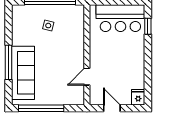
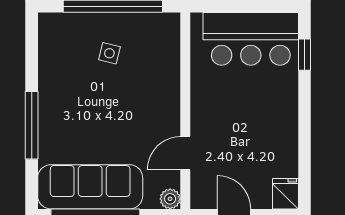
sofa: (23, 73) -> (90, 187), moved, turned -90
plant: (79, 100) -> (170, 199), added

